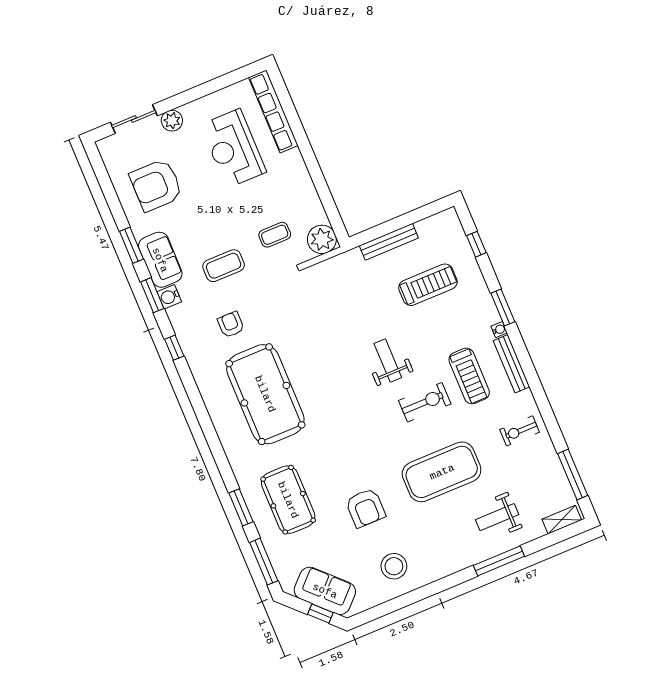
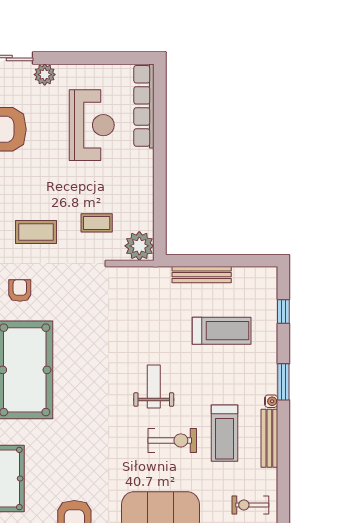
reception desk: (233, 148) -> (92, 125), turned 180

